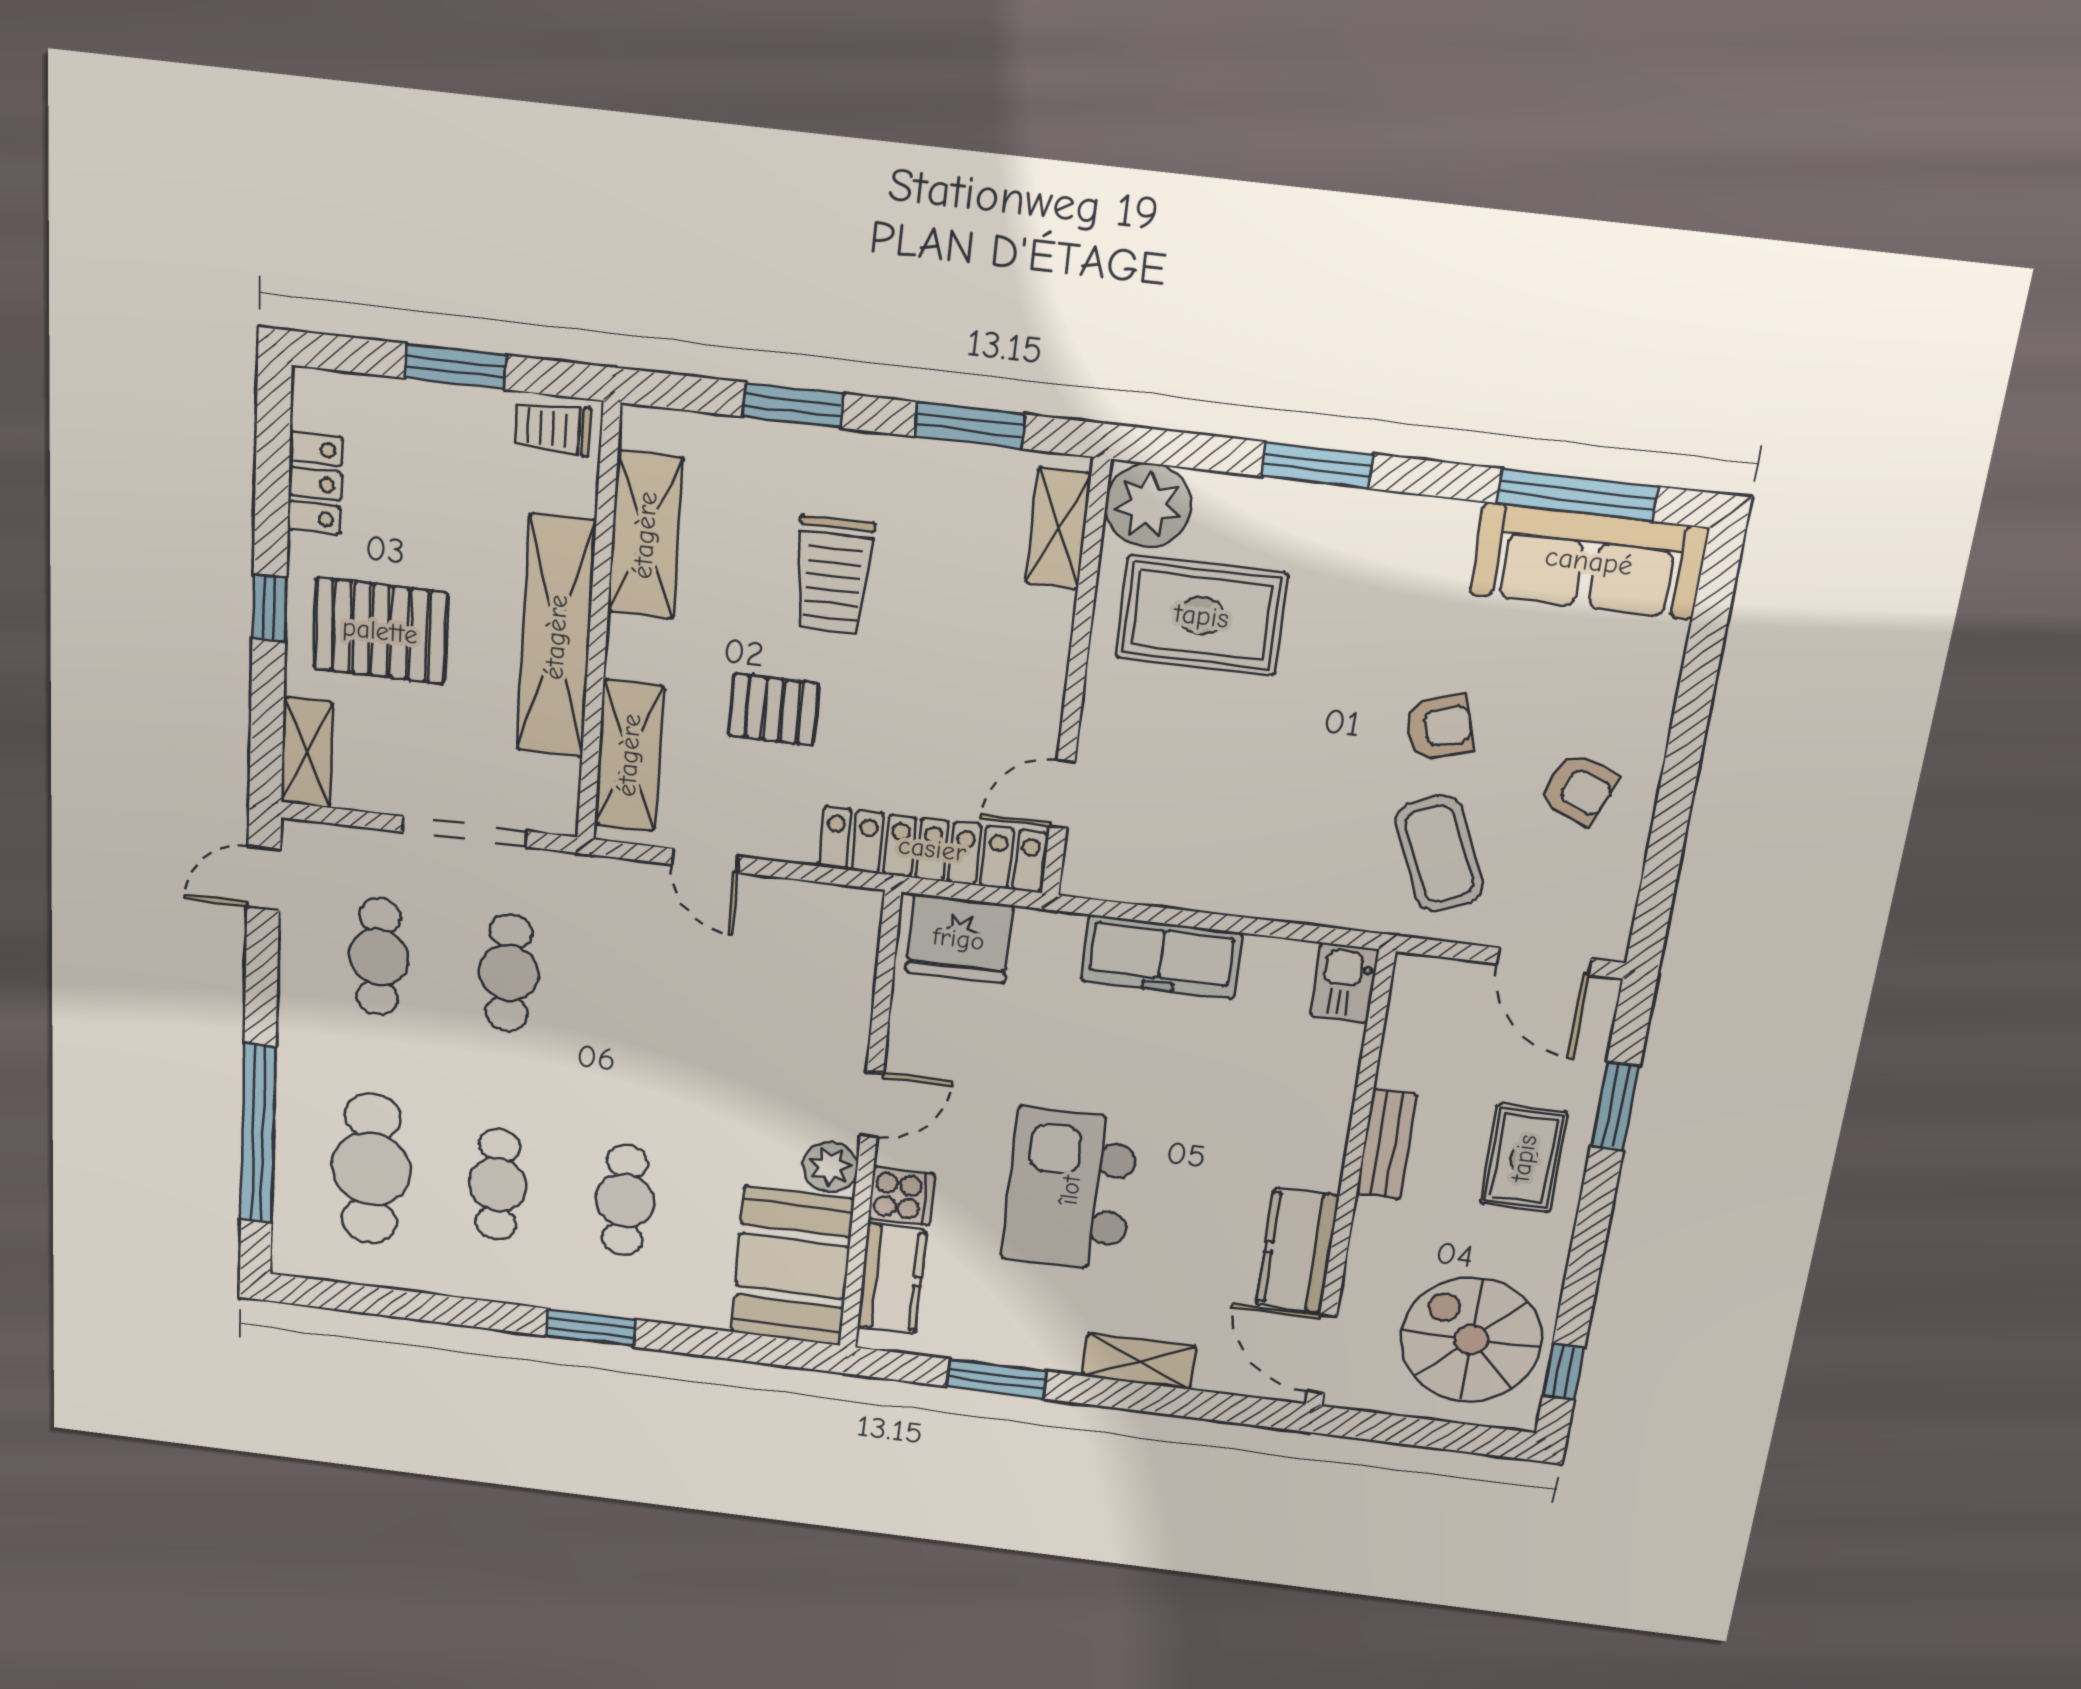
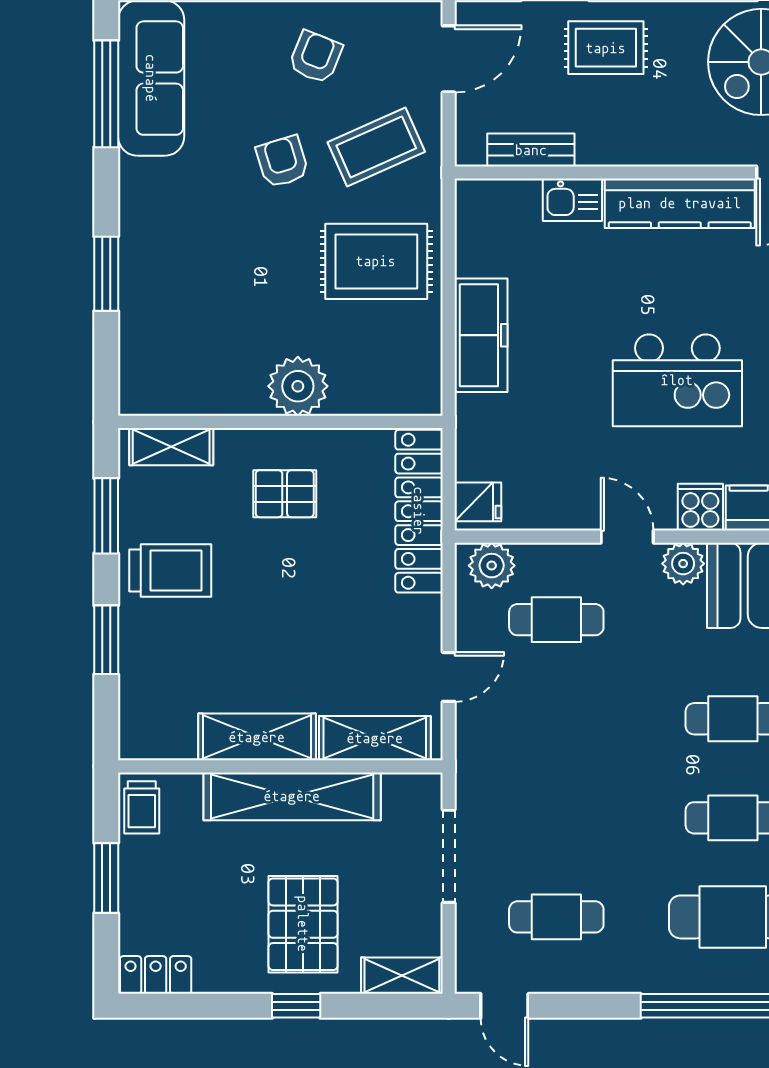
locker: (315, 483) -> (156, 975), moved
plant: (1148, 505) -> (298, 386), moved
shelving: (645, 535) -> (257, 737), moved
trolley: (833, 575) -> (170, 571), moved
rug: (1202, 616) -> (376, 261), moved, turned 90
pallet: (773, 709) -> (285, 494), moved, turned 90
door: (1062, 794) -> (365, 422), removed
plant: (850, 933) -> (492, 566), added
fridge: (959, 939) -> (478, 502), width x0.53, depth x0.75
cafe table: (509, 973) -> (556, 620), moved
kitchen sink: (1344, 983) -> (572, 200), moved
bench: (1387, 1144) -> (531, 150), moved
kitchen counter: (1297, 1251) -> (680, 203), width x1.50

